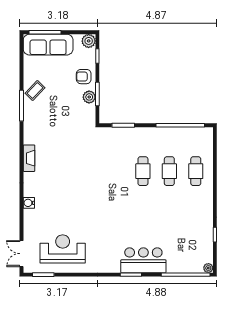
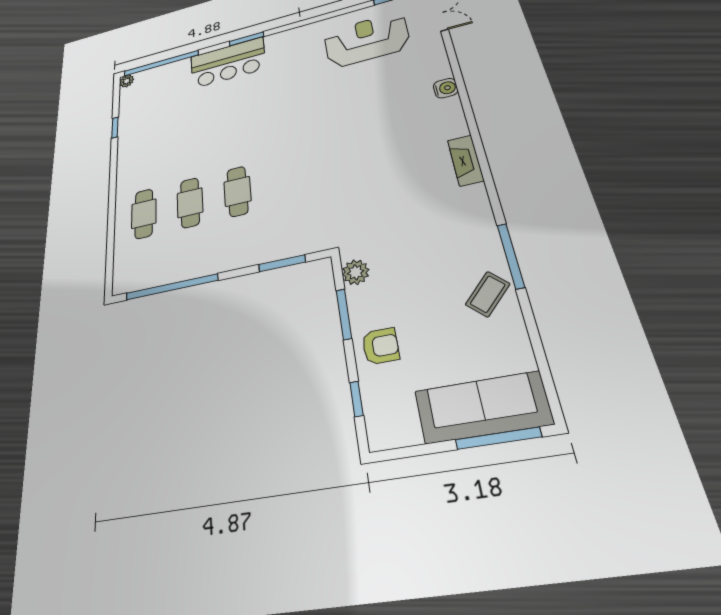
plant: (89, 41) -> (383, 433), removed
plant: (89, 97) -> (356, 272), moved
reception desk: (63, 249) -> (366, 40), turned 180

